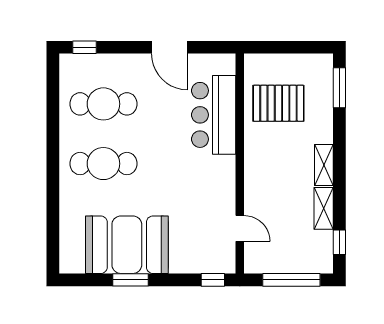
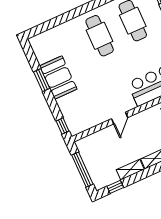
door: (240, 228) -> (120, 118), moved
booth: (127, 245) -> (58, 77), width x0.73, depth x0.70

